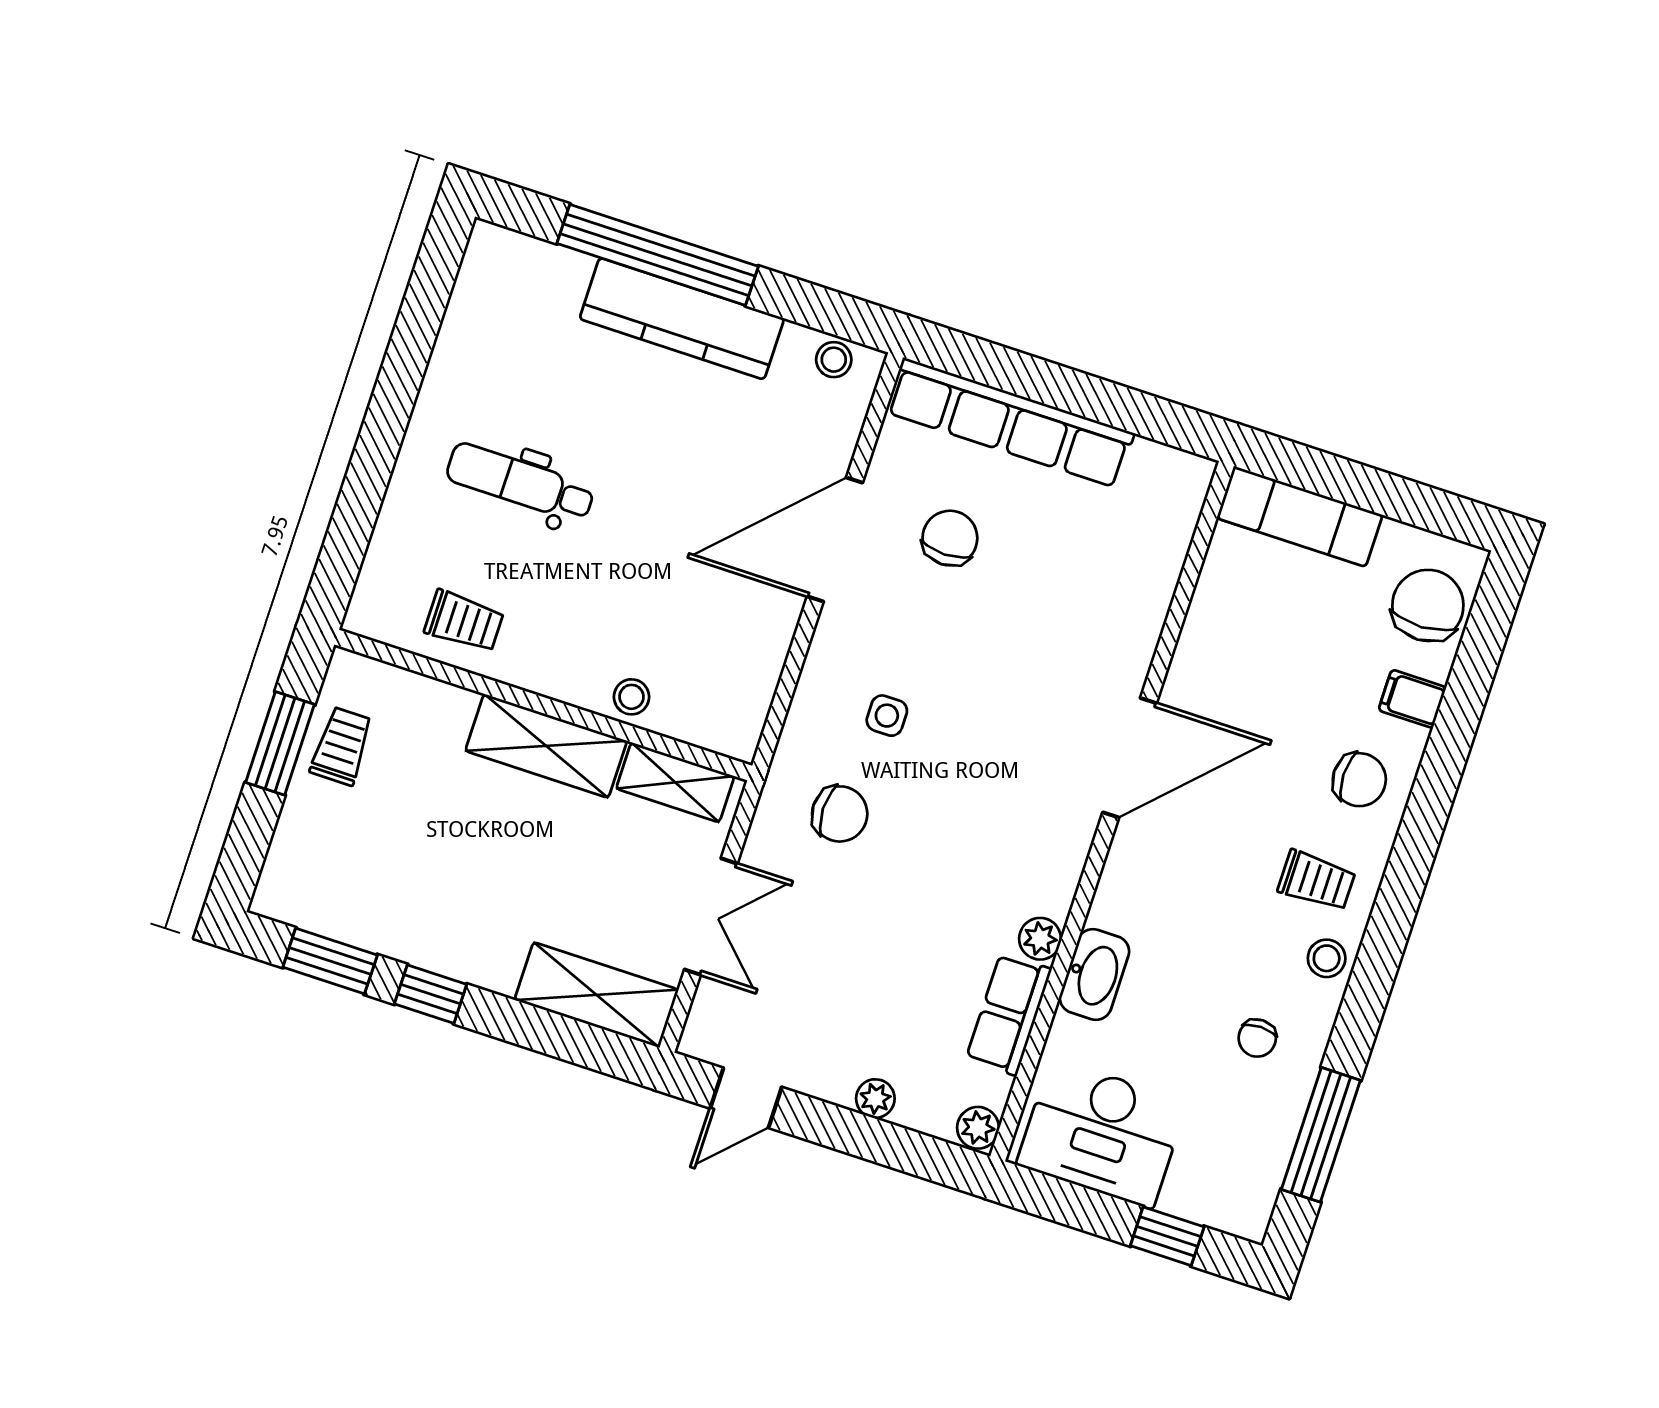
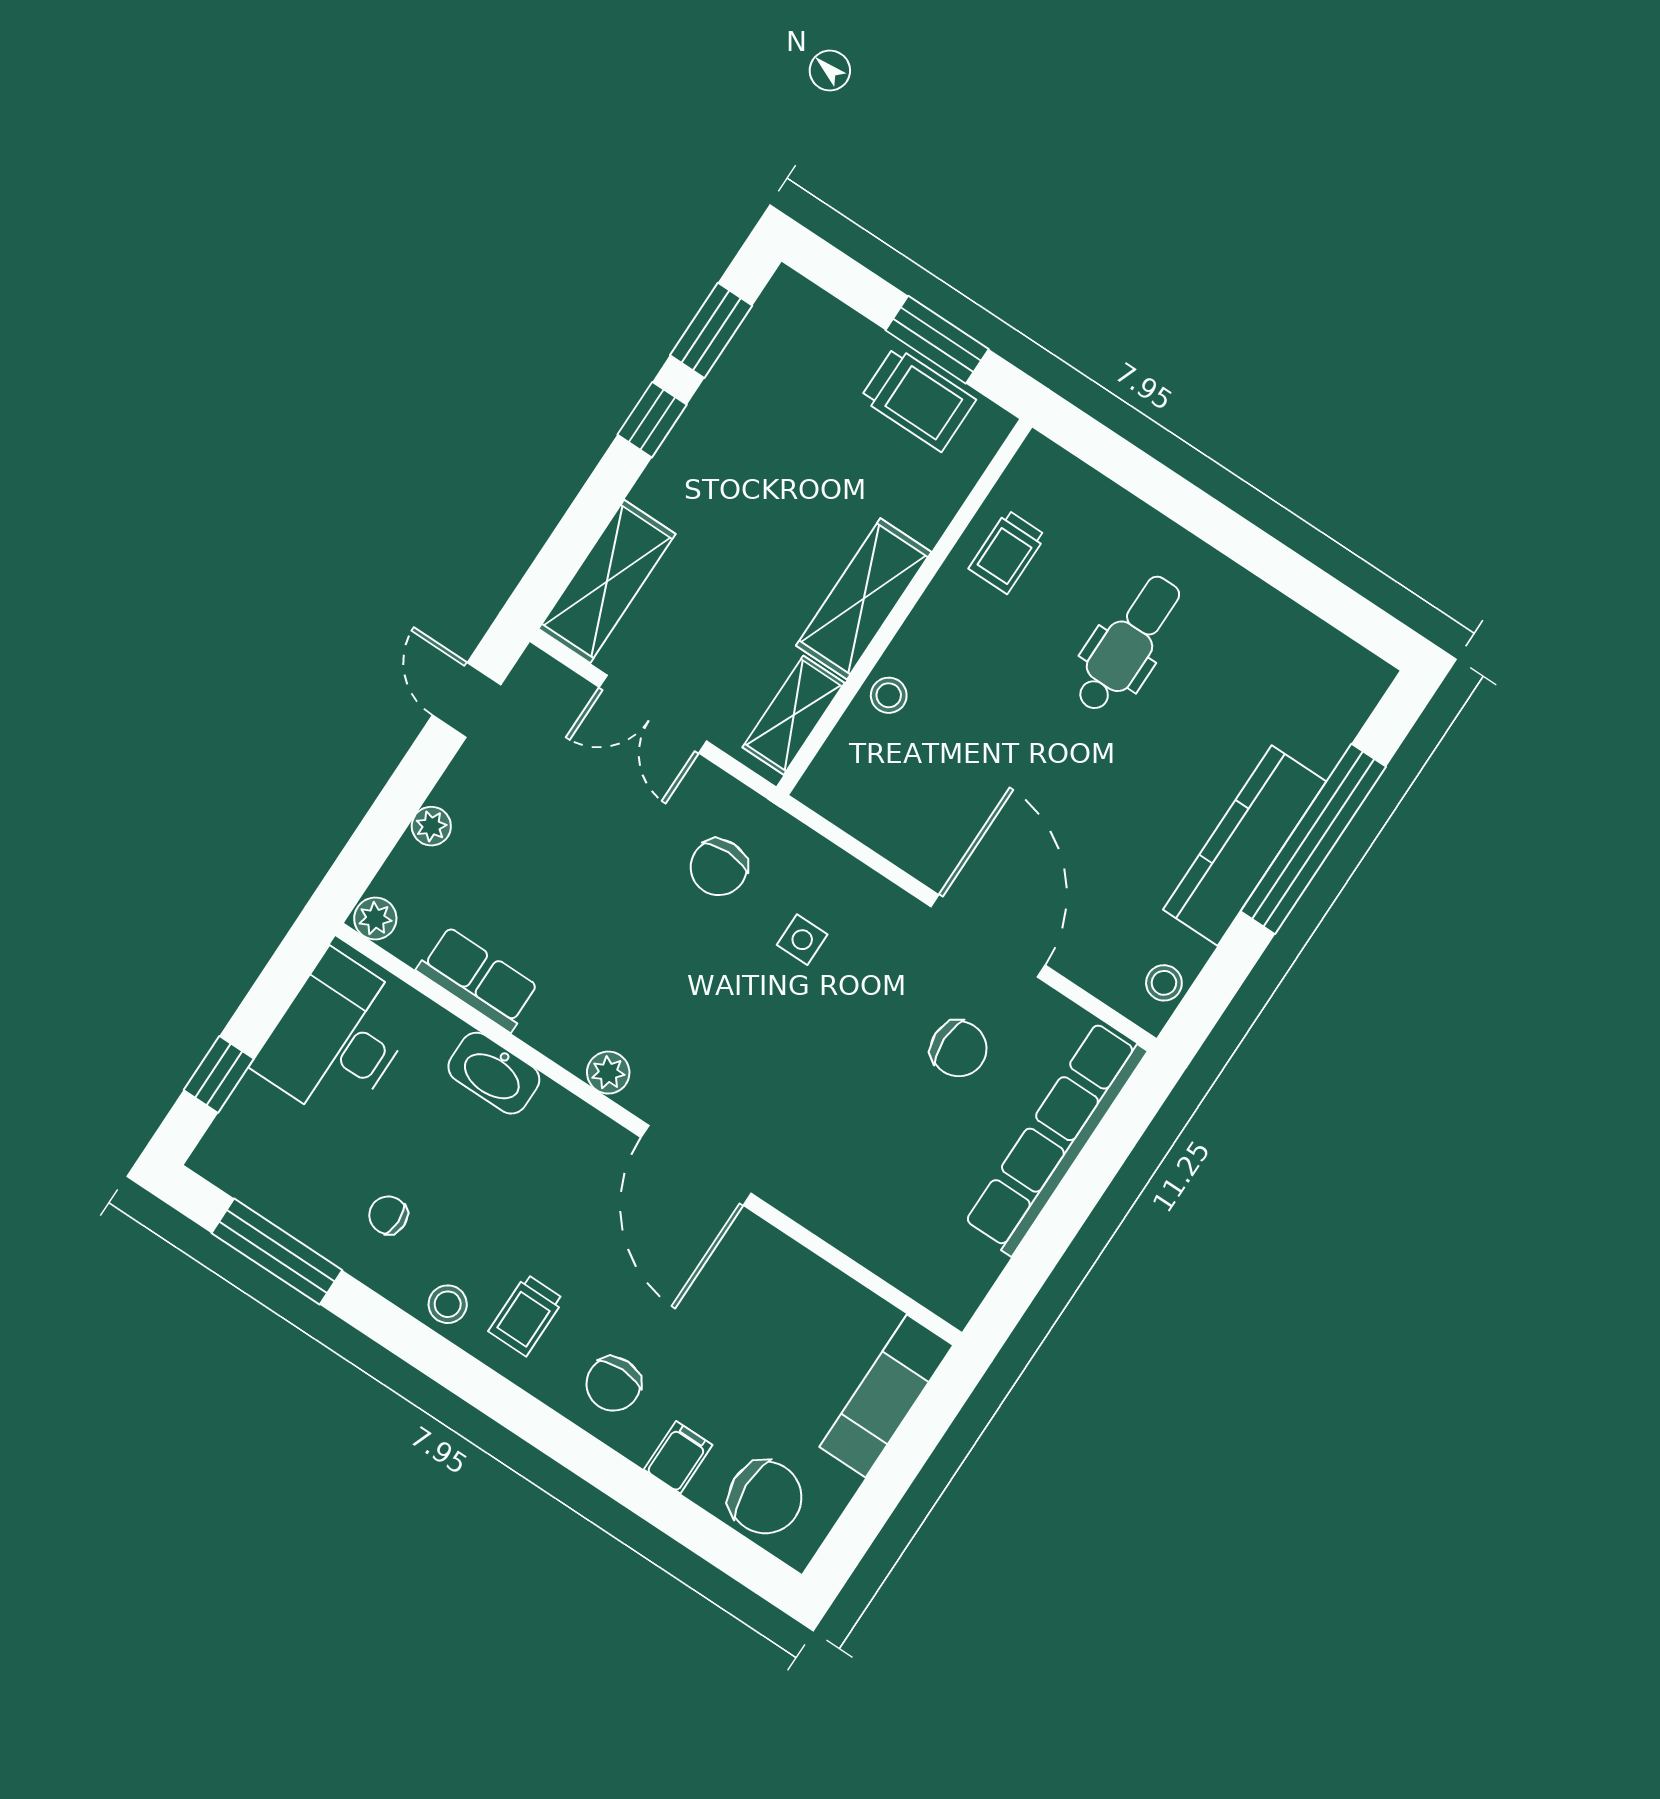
trolley: (342, 746) -> (918, 399), width x1.36, depth x1.39
plant: (1040, 939) -> (608, 1073), moved

